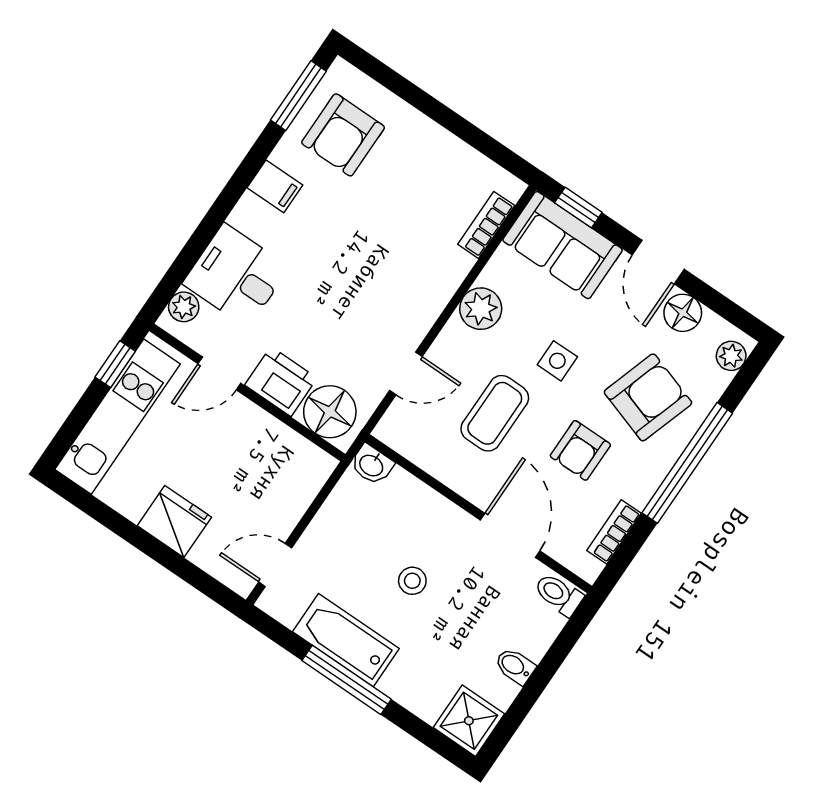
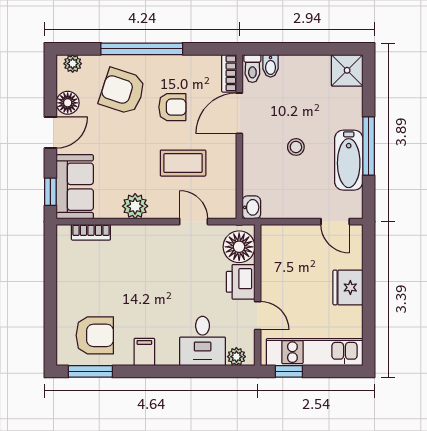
side table: (557, 361) -> (135, 150), removed
bookcase: (614, 532) -> (229, 73), moved, turned 90
bidet: (515, 666) -> (271, 66), moved

